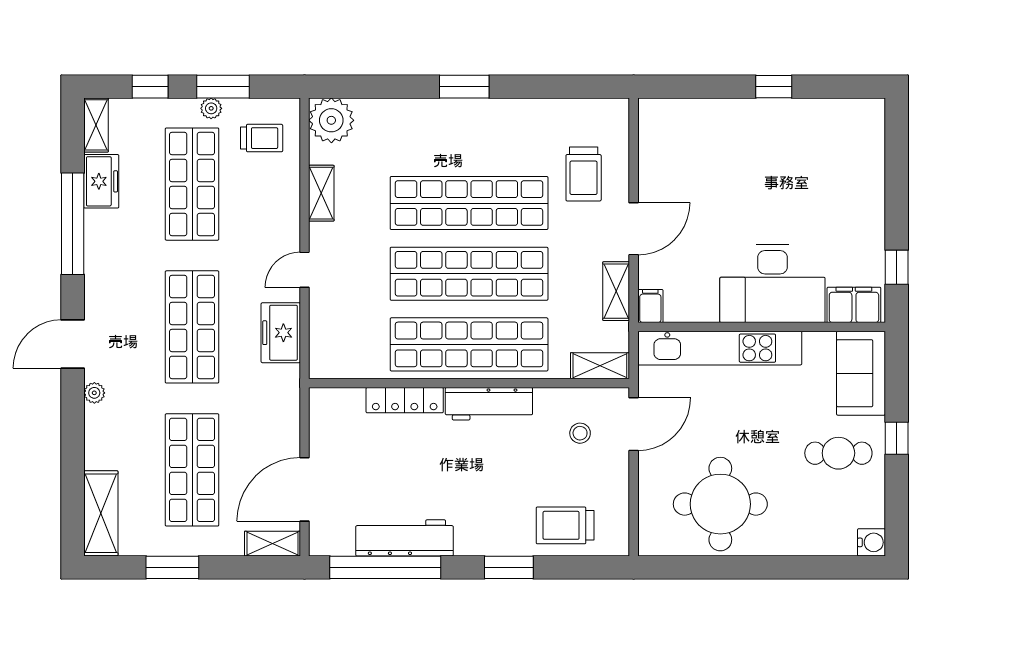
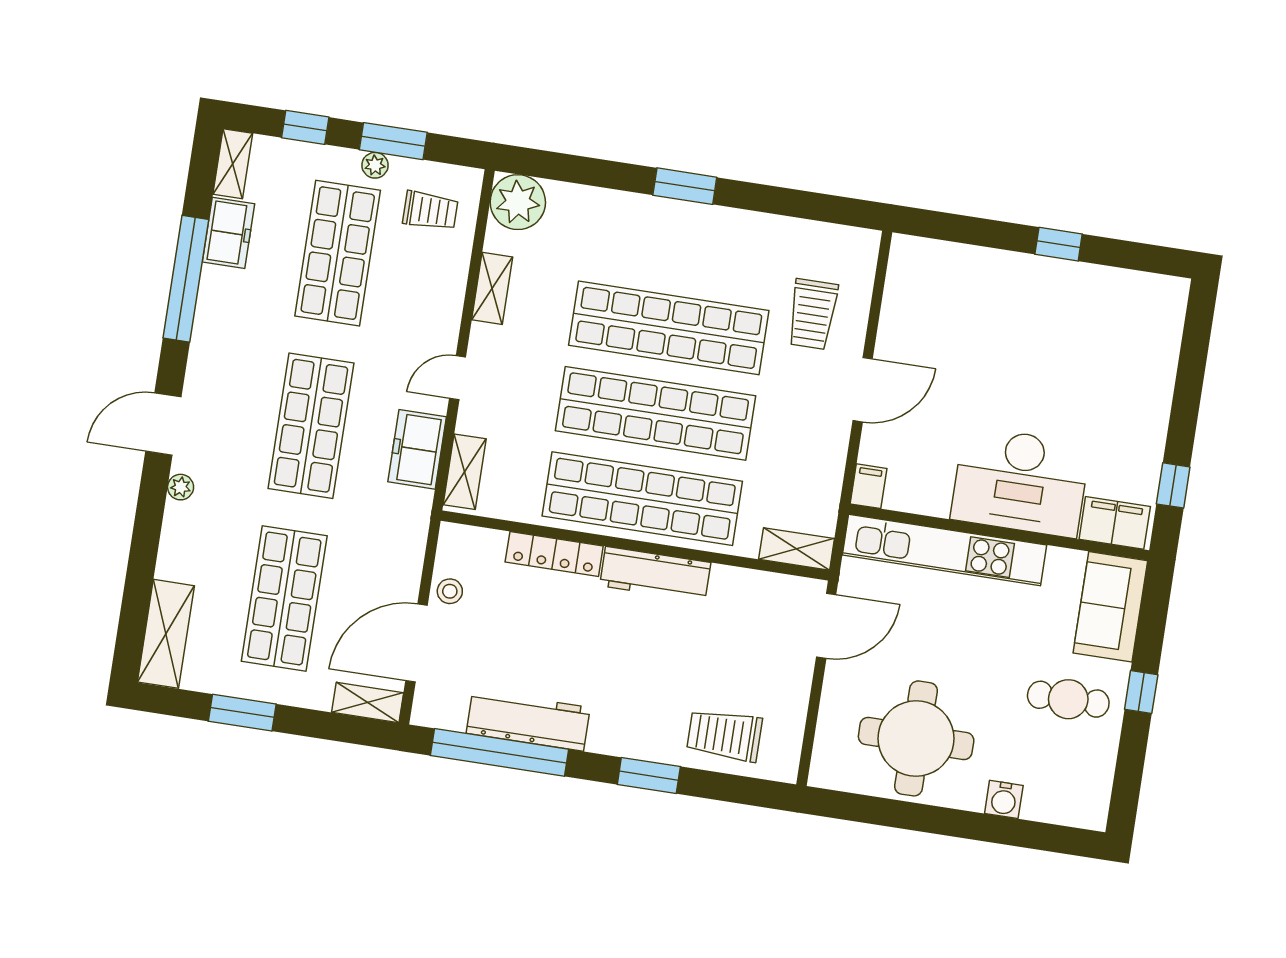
shelving: (616, 291) -> (465, 472), moved
stool: (580, 433) -> (450, 591), moved
water cooler: (871, 542) -> (1004, 799), moved, turned 90

